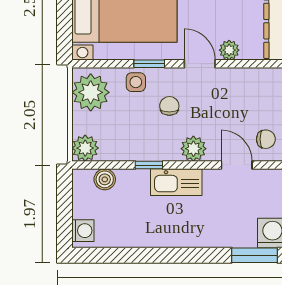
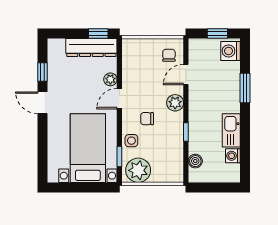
window: (149, 64) -> (119, 156), moved
plant: (85, 148) -> (175, 174), removed
kitchen sink: (176, 182) -> (231, 130), moved, turned 180
washing machine: (83, 231) -> (233, 156), moved, turned -90
window: (255, 255) -> (245, 88), moved

